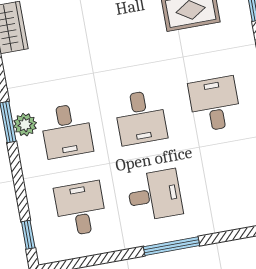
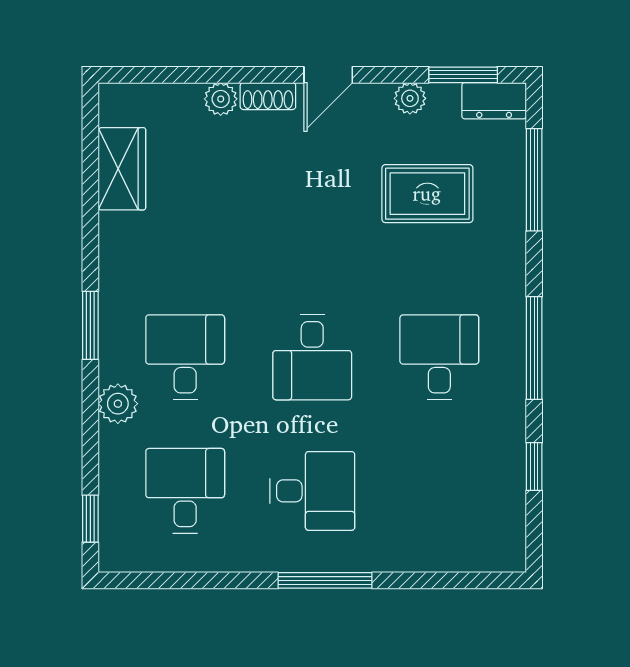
plant: (25, 125) -> (118, 404), moved
desk: (67, 131) -> (185, 357), turned 180

